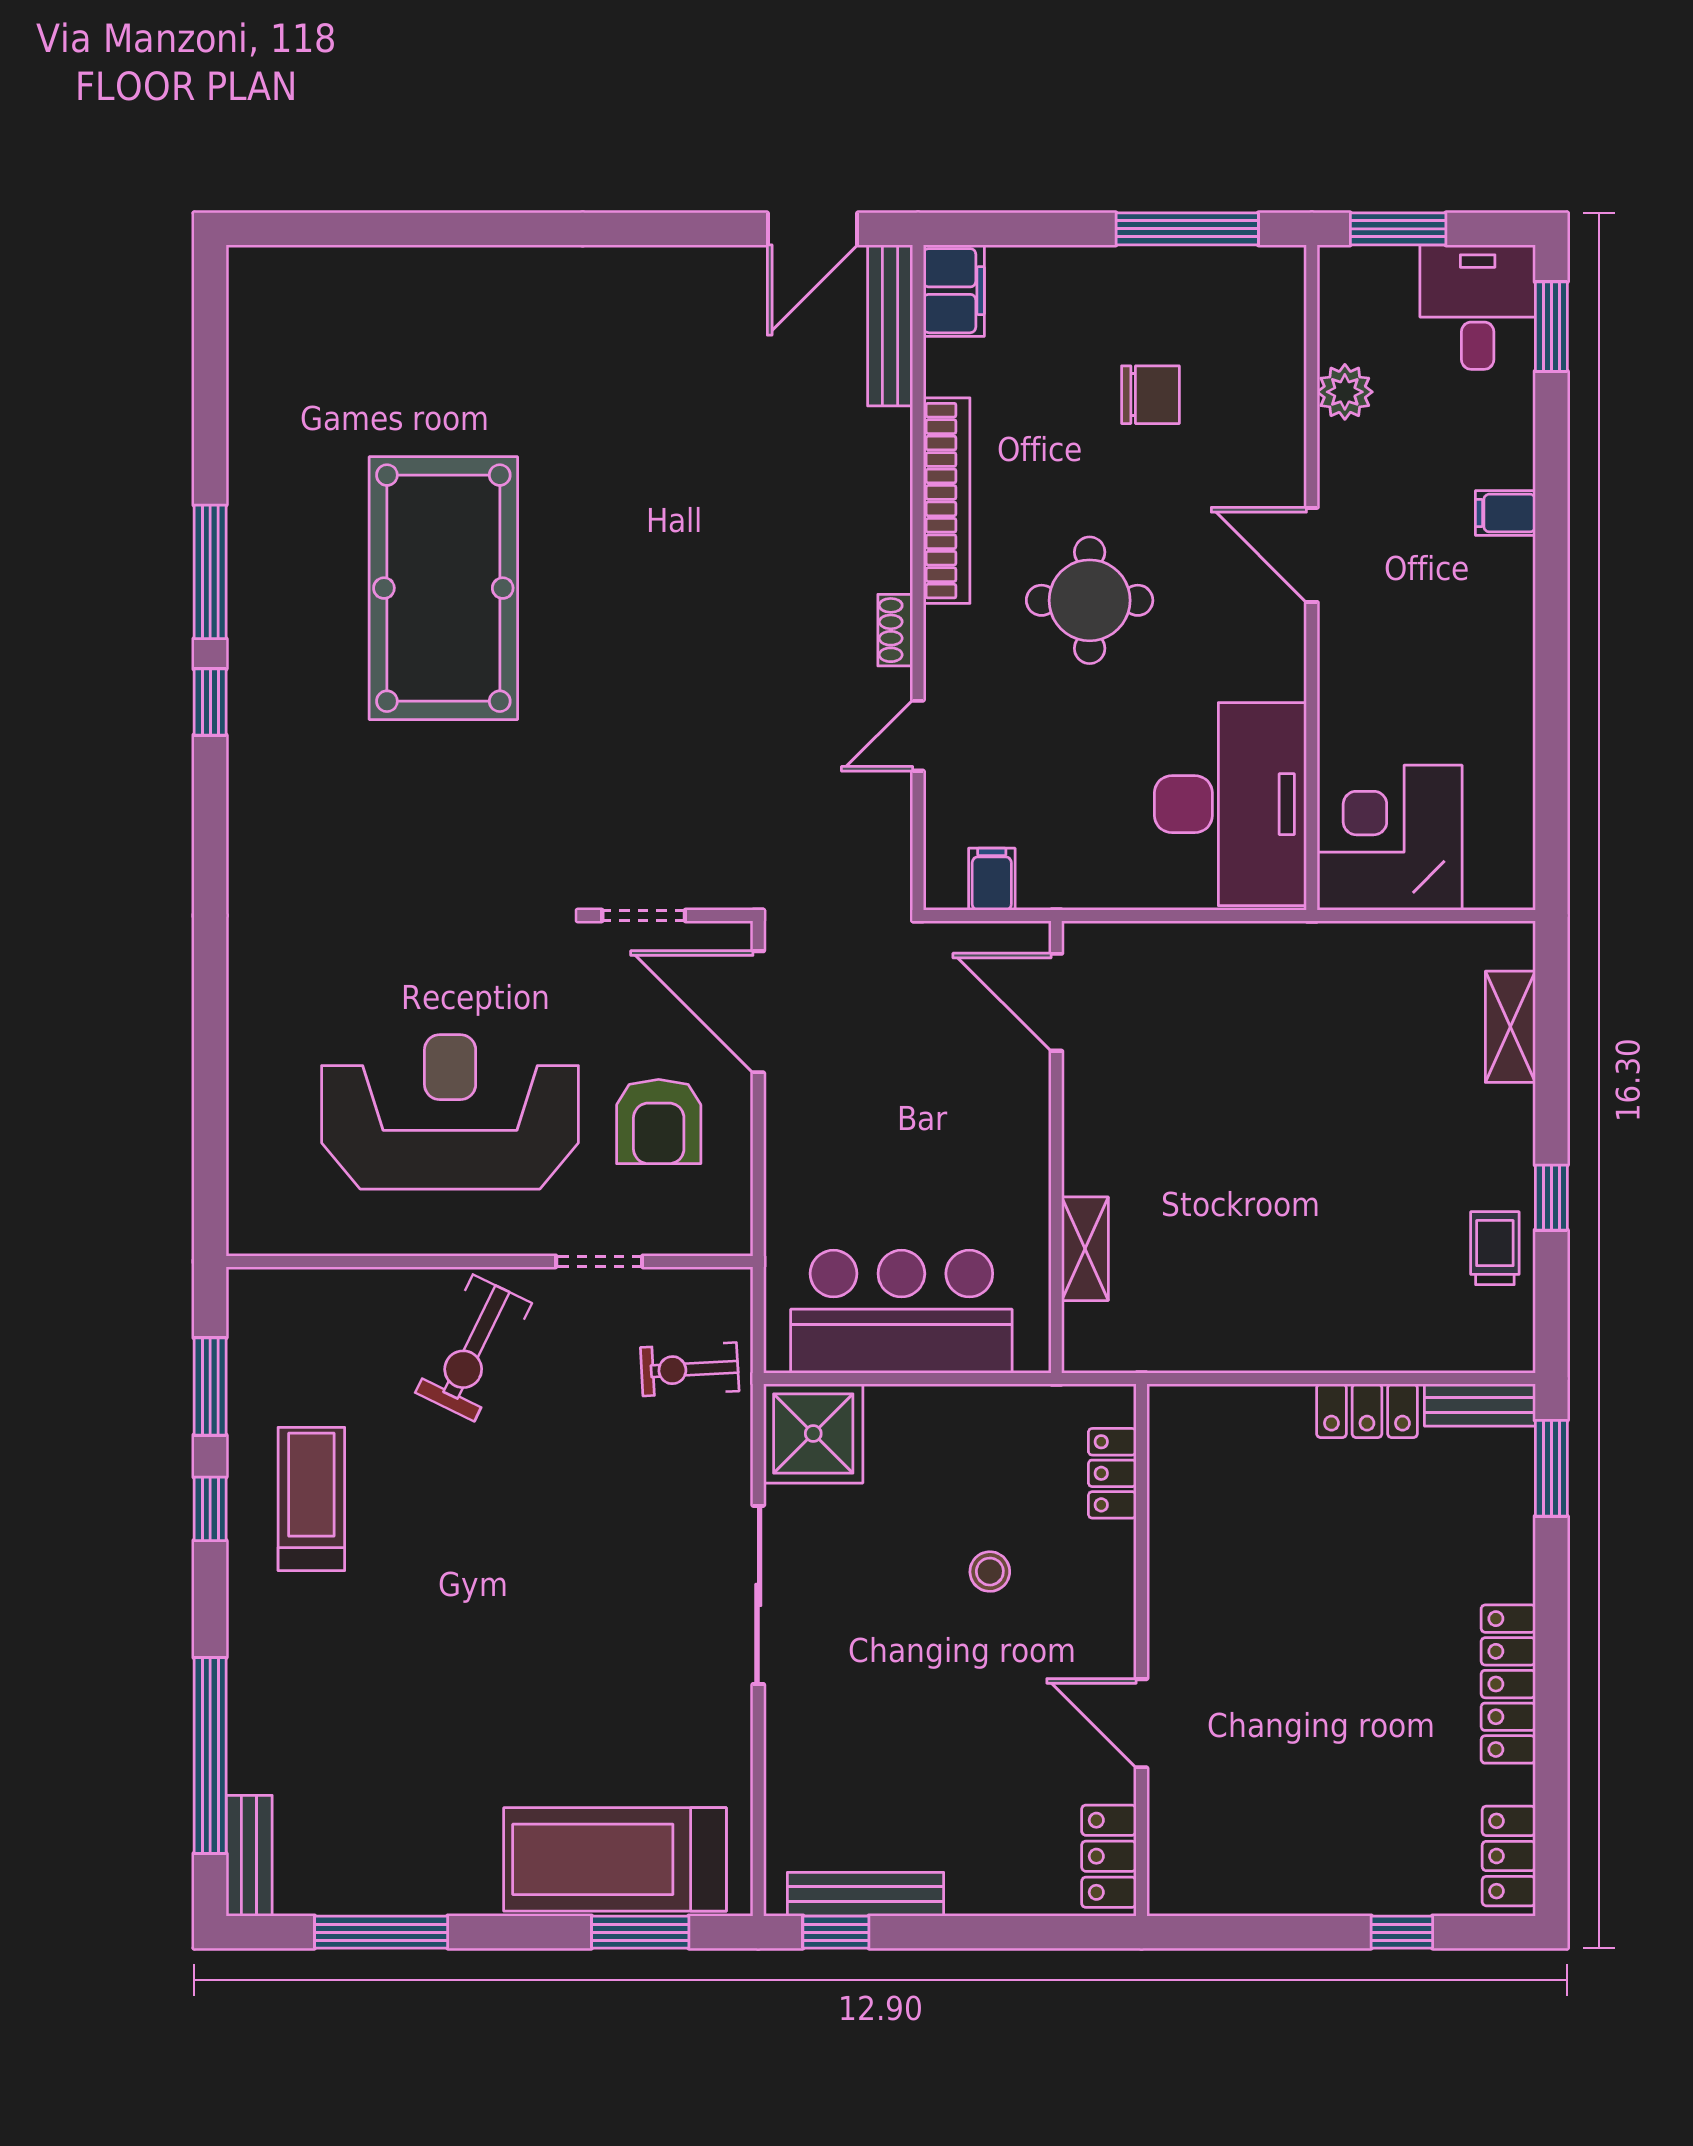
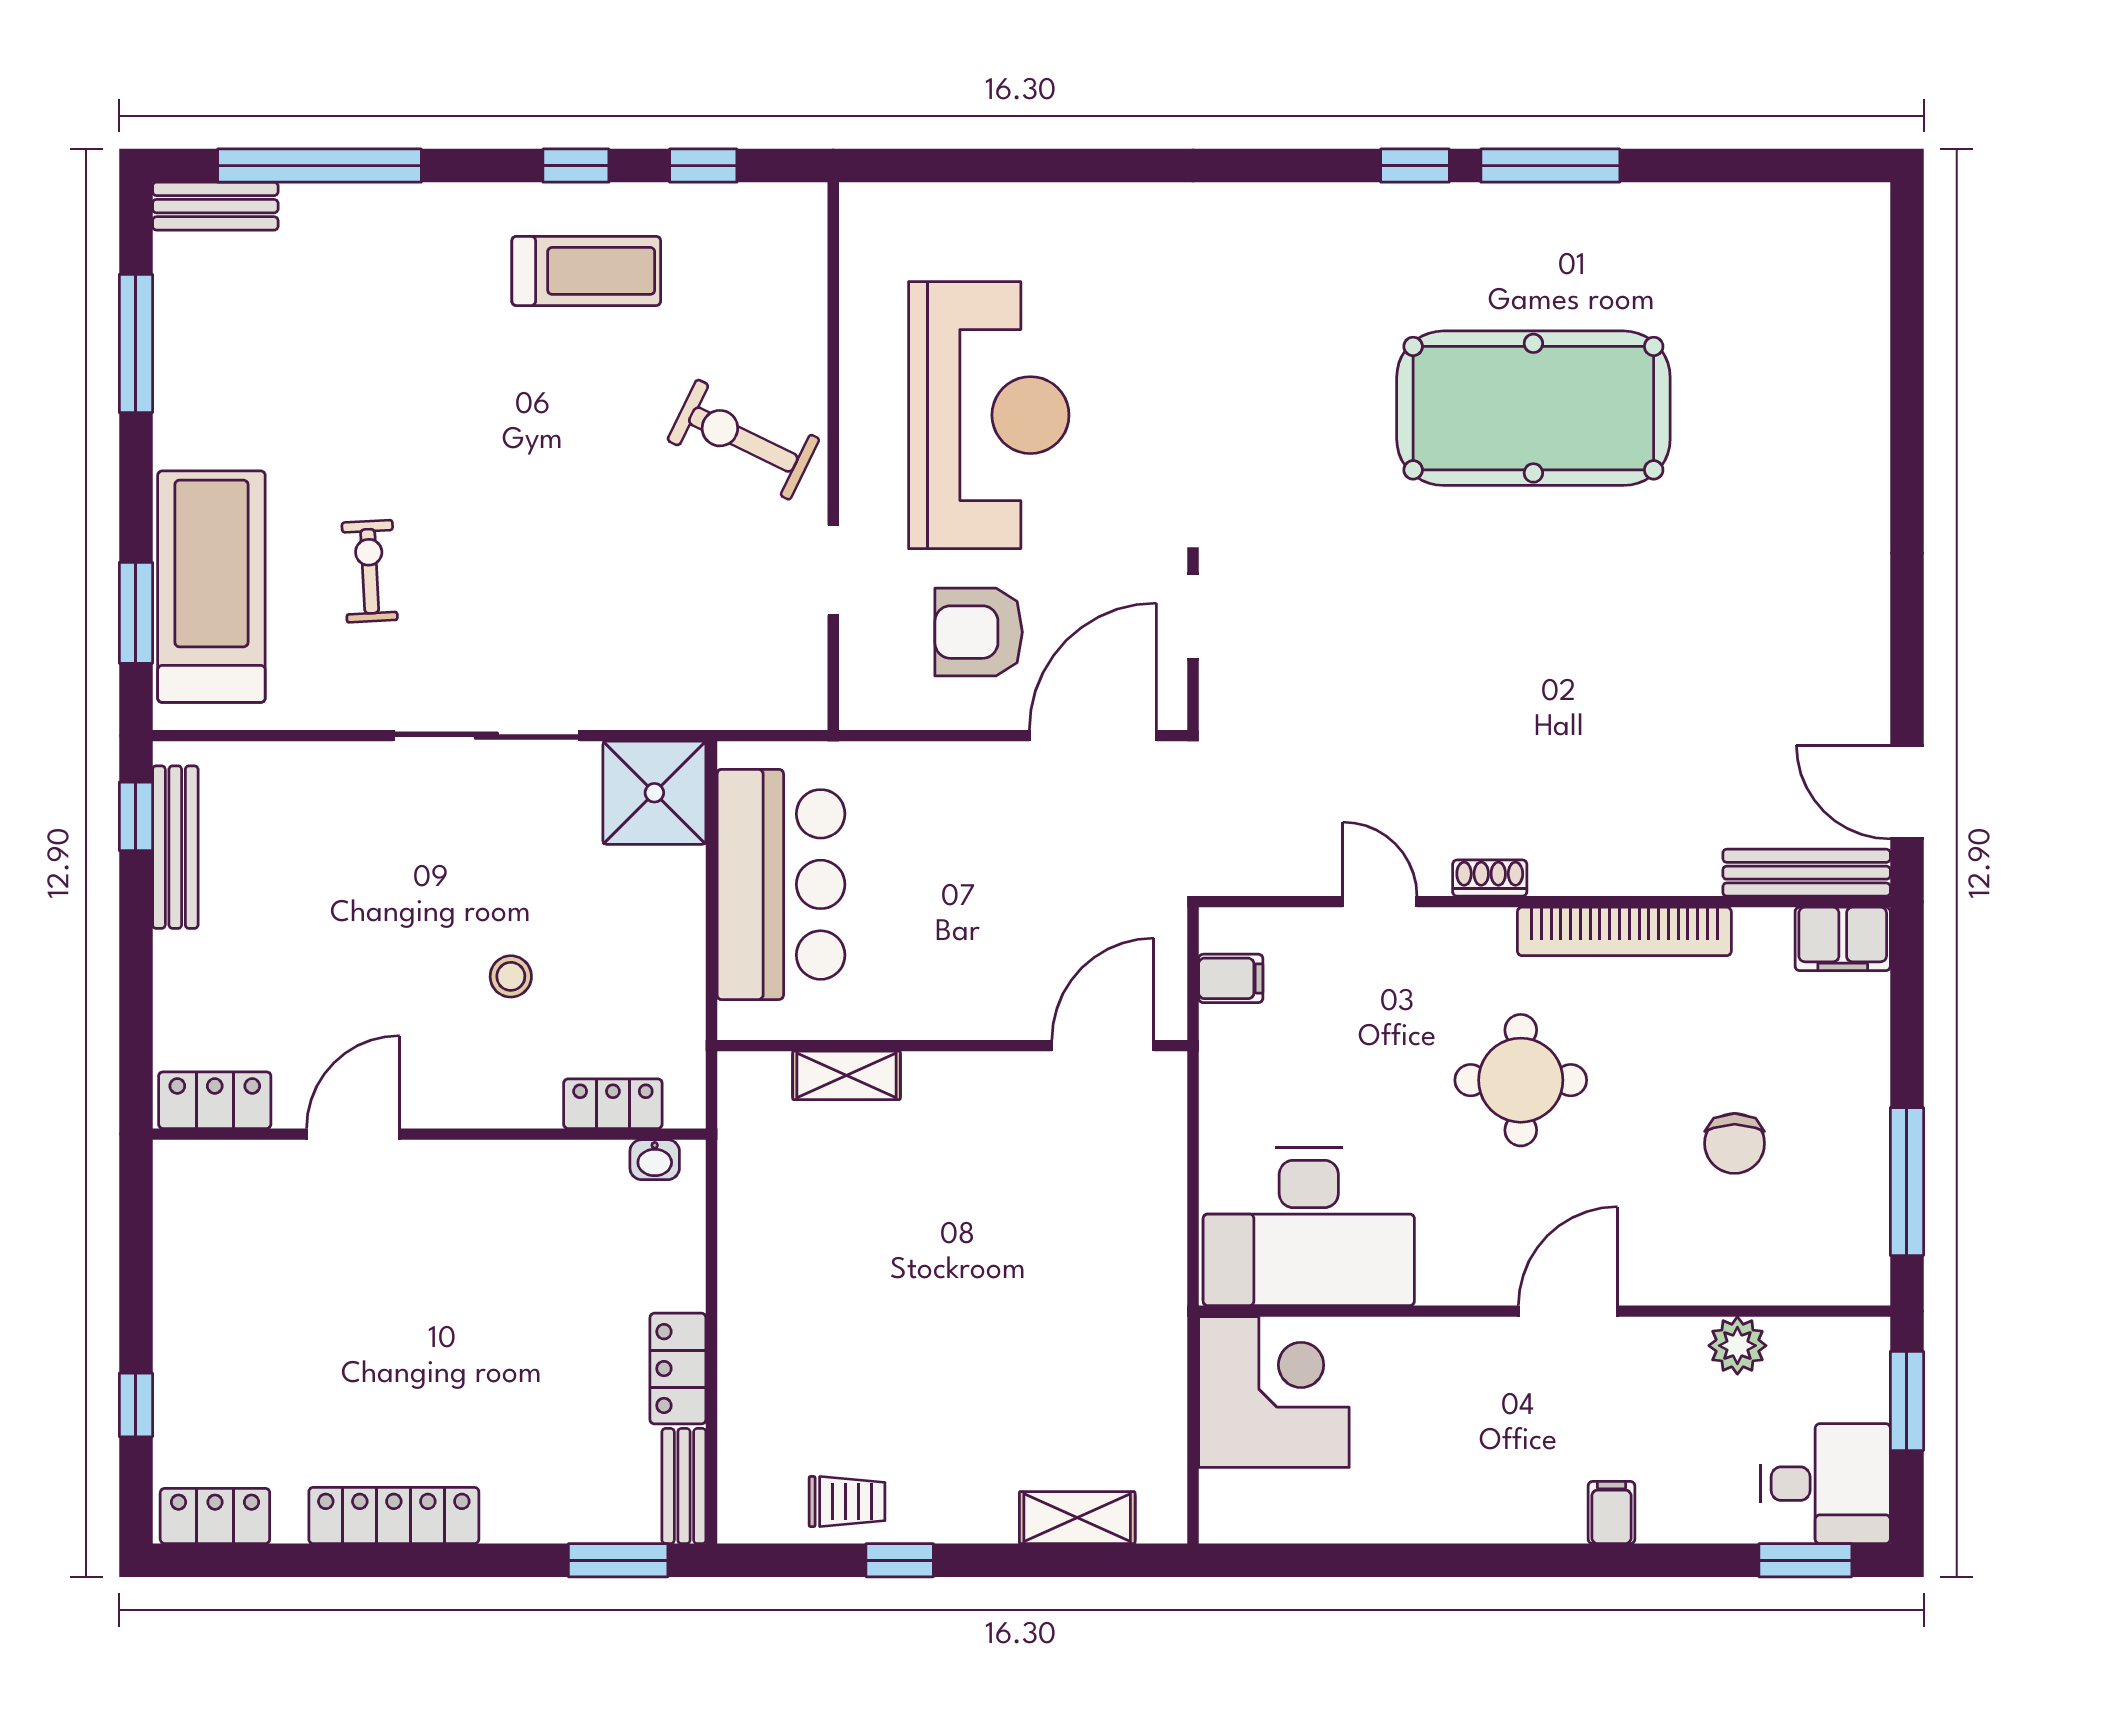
exercise bike: (690, 1369) -> (370, 571), moved
window: (210, 1386) -> (703, 166), width x0.67
washbasin: (1166, 1433) -> (655, 1160), added

